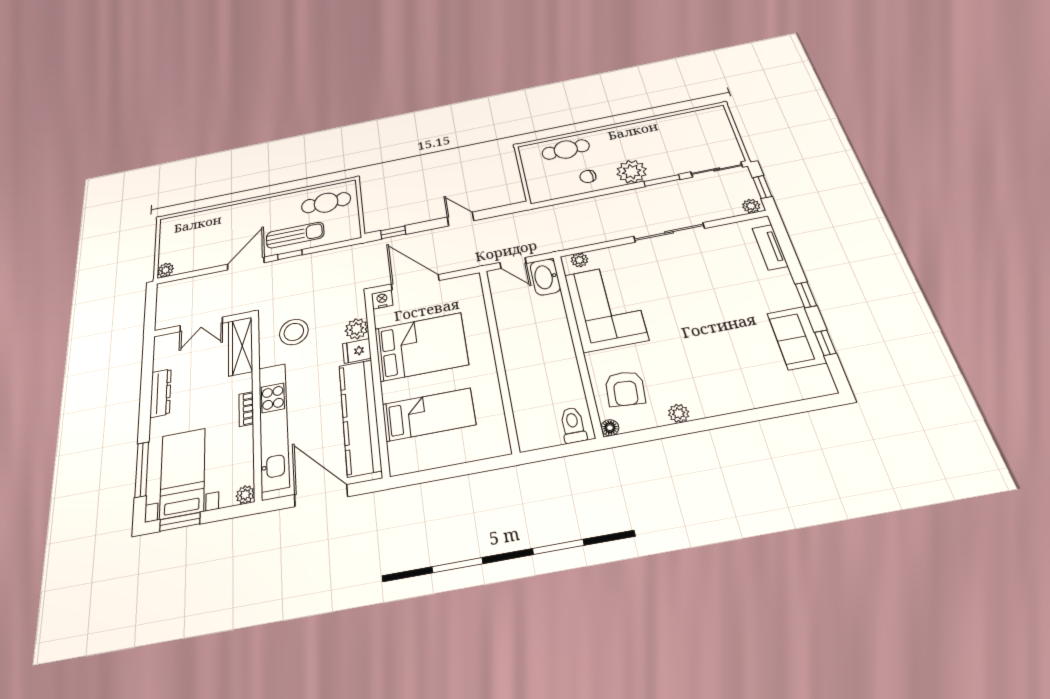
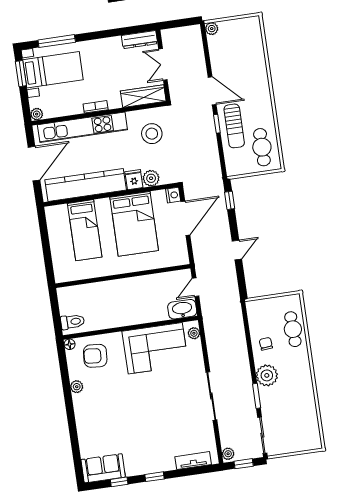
sofa: (797, 338) -> (103, 468), moved
dresser: (161, 393) -> (140, 40), moved

